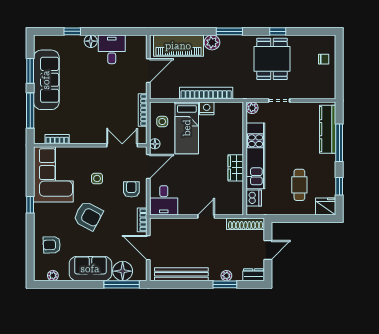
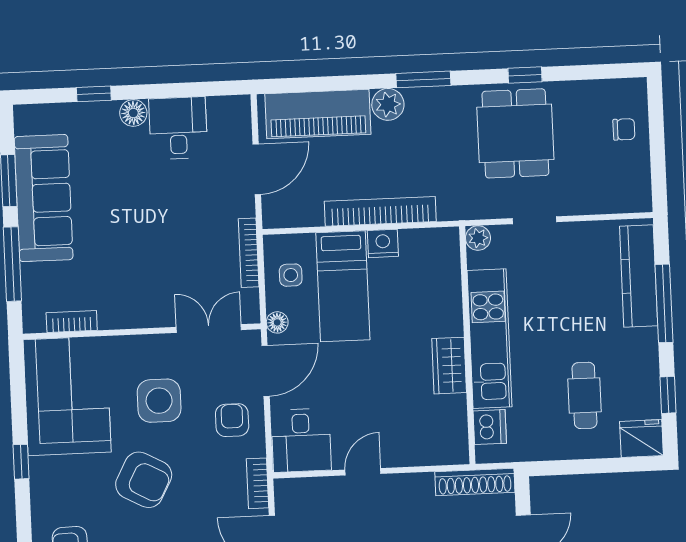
side table: (97, 179) -> (159, 401), width x1.87, depth x1.87
door: (206, 217) -> (363, 472), moved

